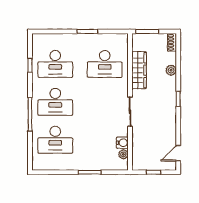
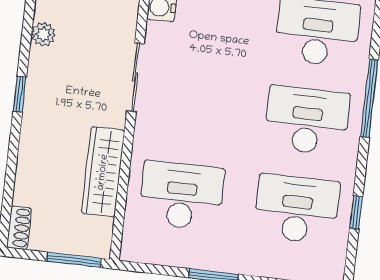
plant: (171, 70) -> (43, 34), moved

